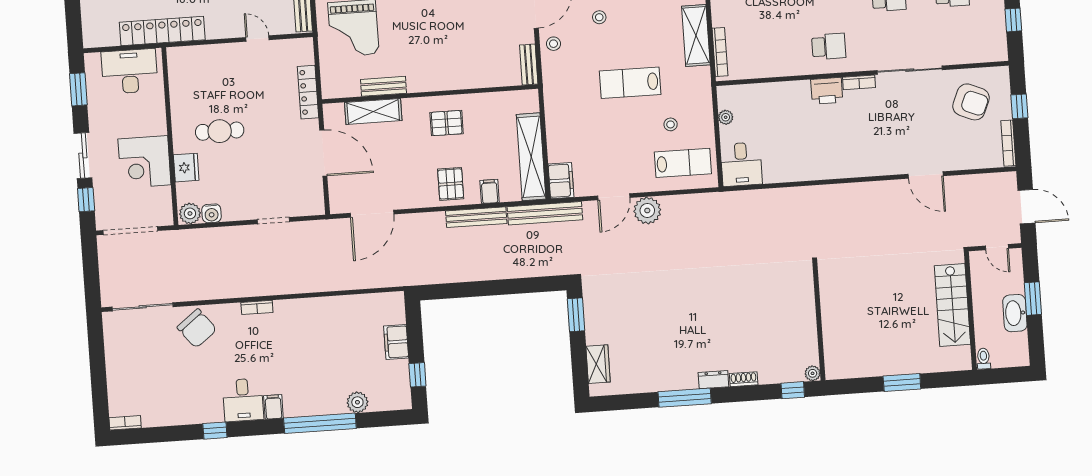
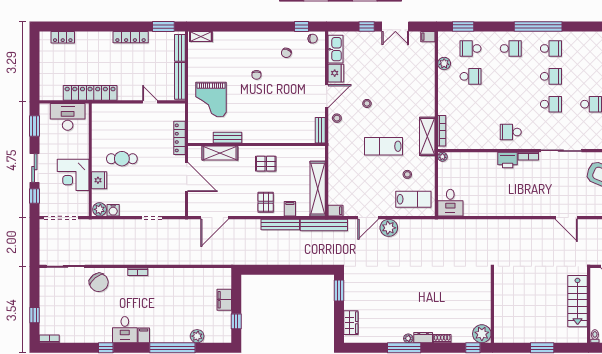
shelving: (696, 35) -> (427, 136), moved
school desk: (829, 46) -> (511, 132), turned 180
plant: (726, 117) -> (442, 157), moved
filing cabinet: (561, 181) -> (336, 211), width x0.50
plant: (813, 373) -> (482, 334), width x1.88, depth x1.88
plant: (690, 382) -> (408, 338), added
window: (99, 387) -> (34, 315), added

